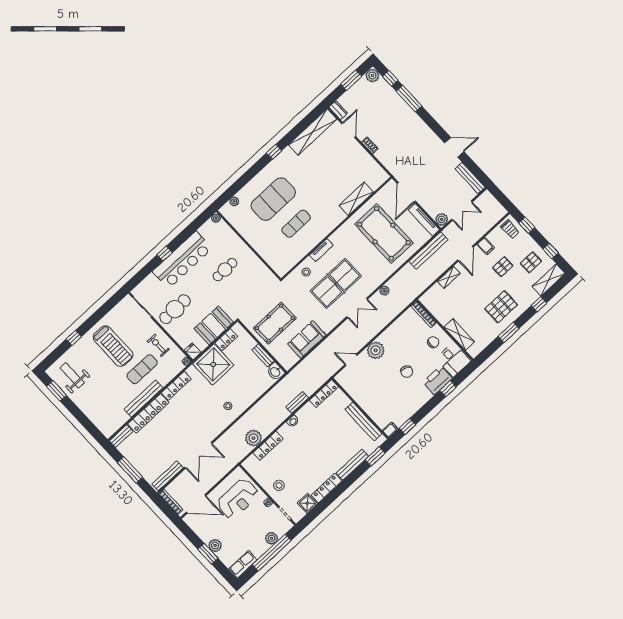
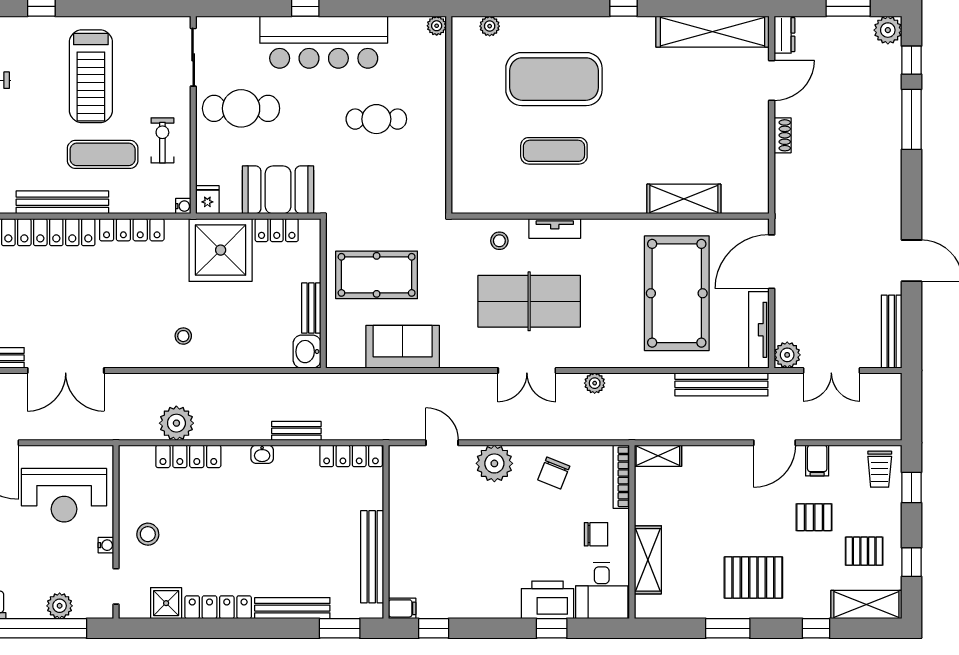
shelving: (449, 277) -> (658, 456), moved
chair: (407, 372) -> (554, 473), moved

